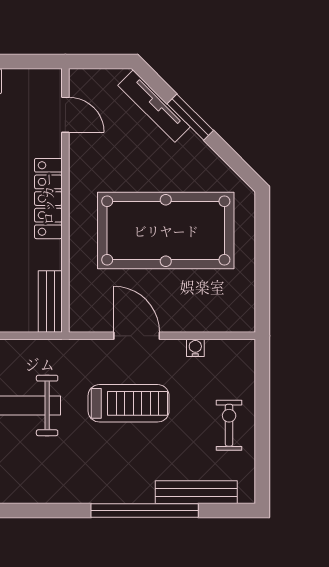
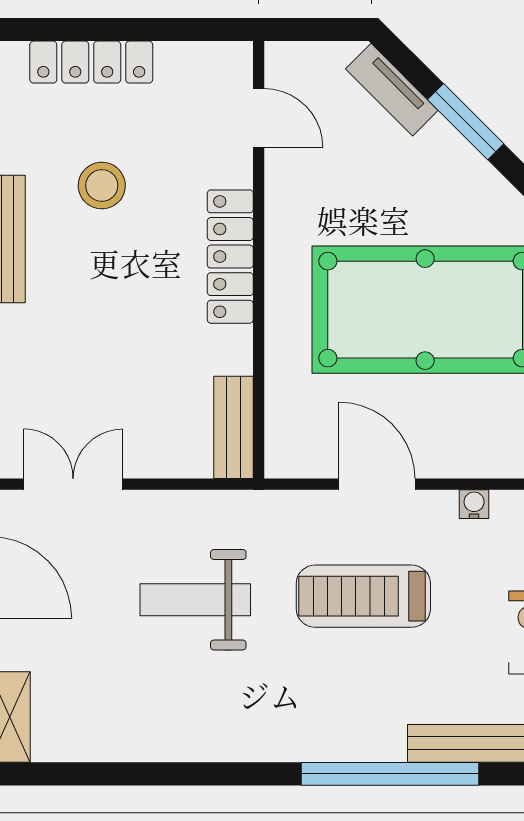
tv unit: (154, 106) -> (392, 90), width x0.71
treadmill: (129, 403) -> (363, 596), turned 180

